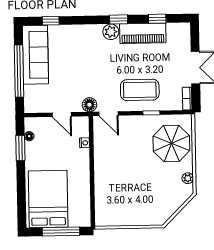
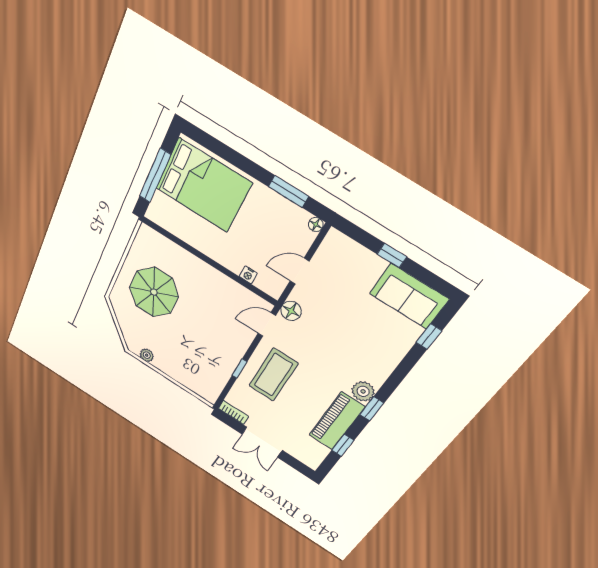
sofa: (35, 55) -> (409, 296), width x0.73
window: (19, 71) -> (392, 255), width x0.32
floor lamp: (29, 136) -> (316, 225), moved
parasol: (171, 143) -> (154, 292), moved

